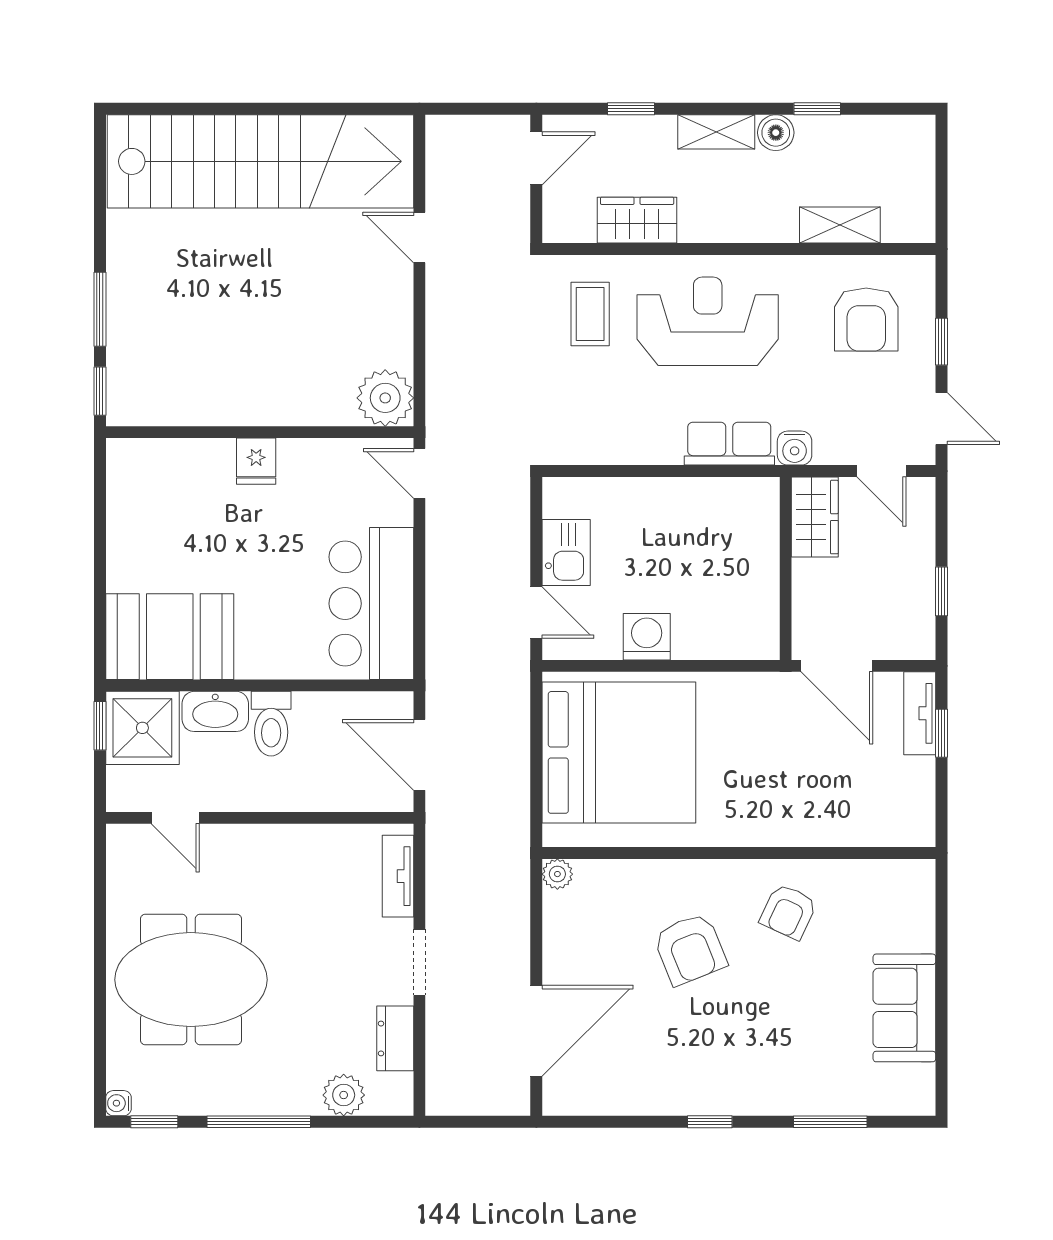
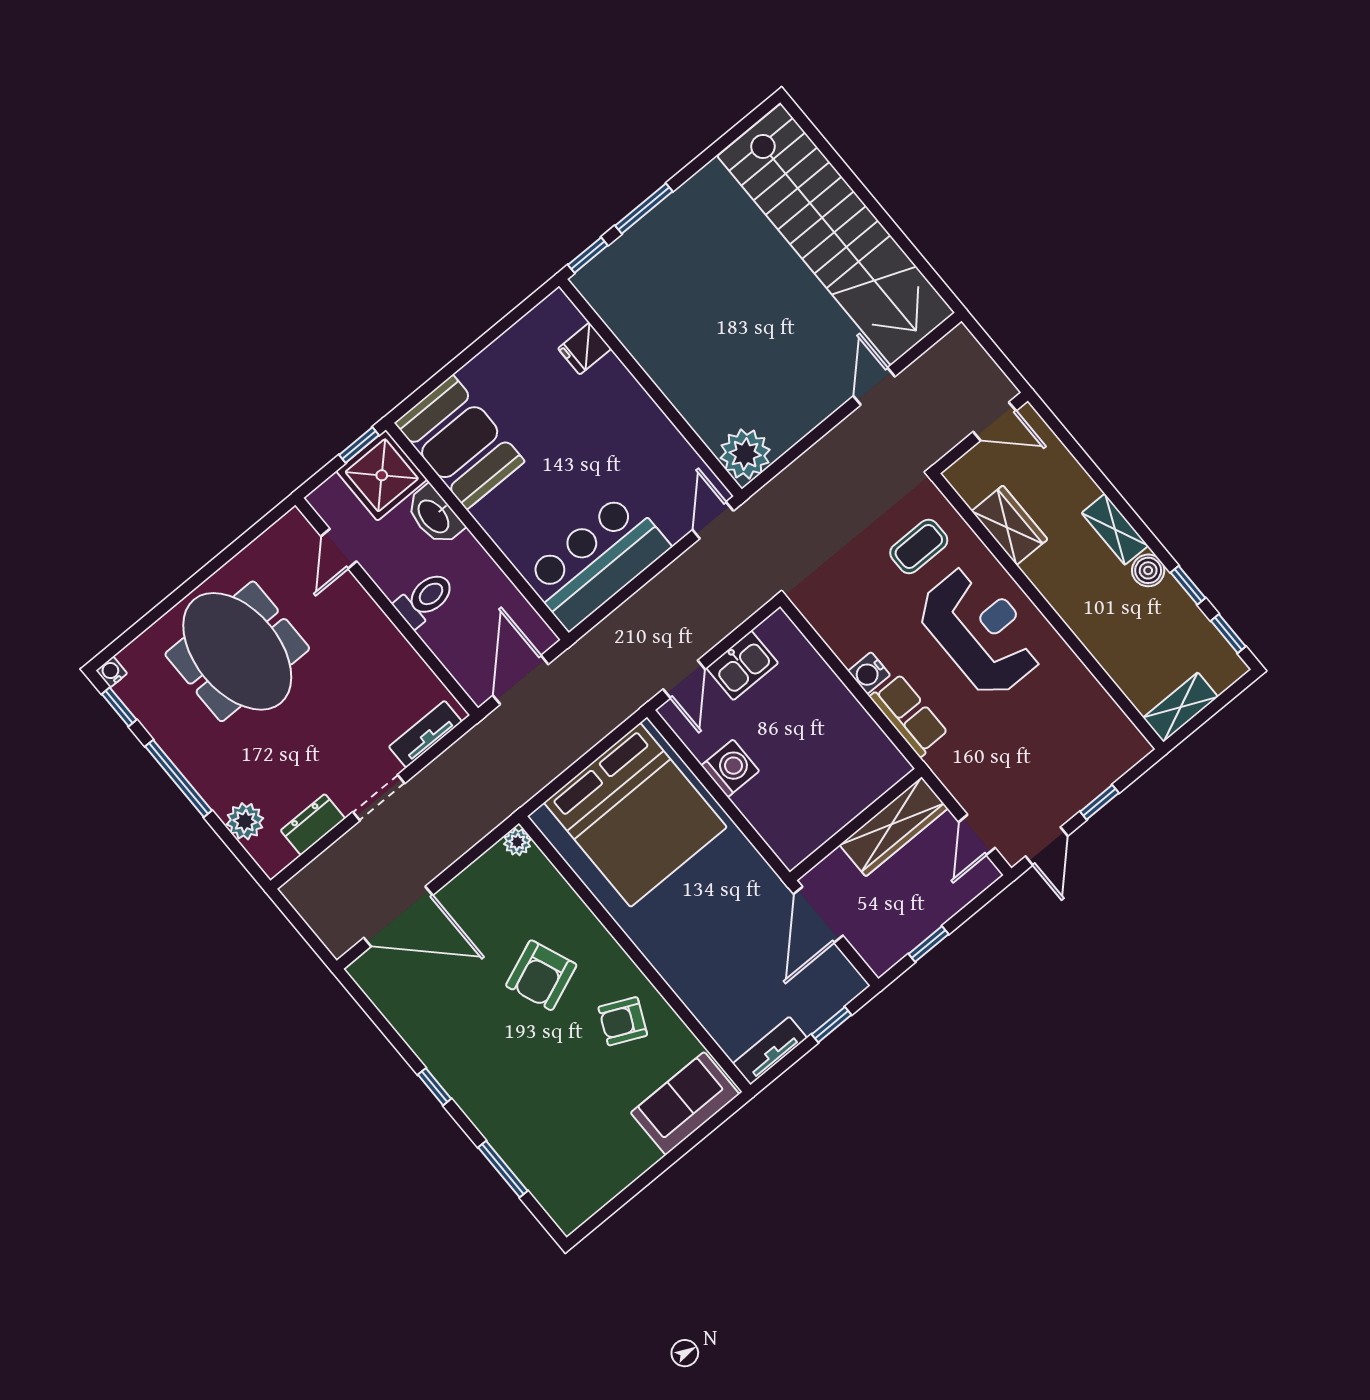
window: (631, 109) -> (1228, 634), moved
shelving: (840, 225) -> (1181, 707), moved, turned 90
armchair: (866, 319) -> (1072, 738), removed
water cooler: (795, 448) -> (869, 673), moved
fridge: (256, 461) -> (585, 349), moved
wardrobe: (815, 517) -> (894, 827), width x1.50
tv unit: (920, 713) -> (770, 1051), moved
toilet: (271, 724) -> (425, 599), moved, turned 180
sofa: (904, 1008) -> (685, 1103), moved

